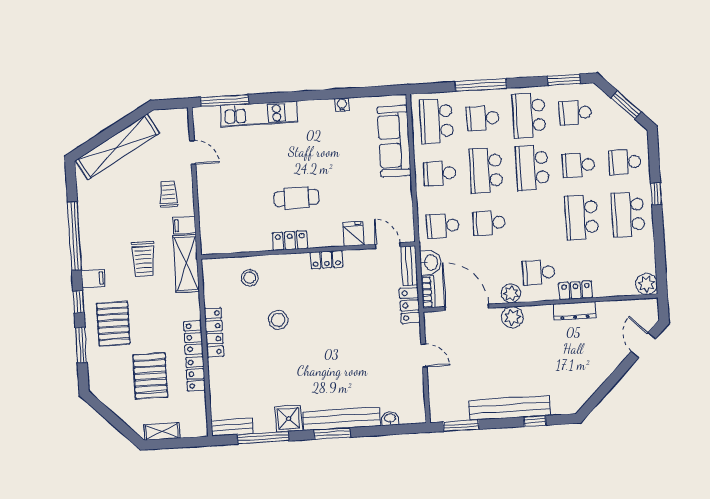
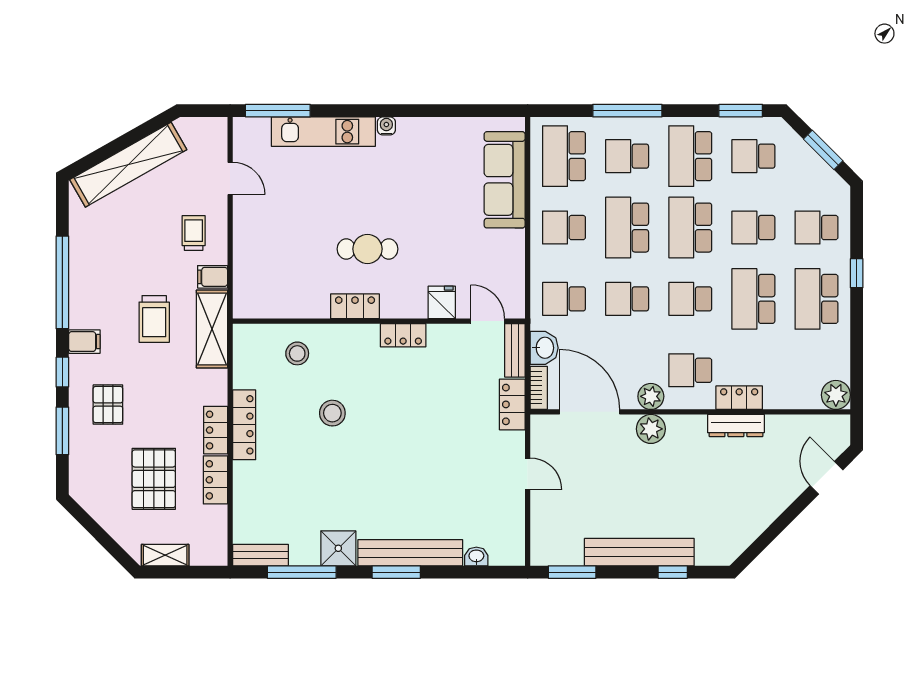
water cooler: (342, 105) -> (386, 126), moved
school desk: (535, 220) -> (690, 299), added
pallet: (113, 324) -> (108, 405), width x0.67, depth x0.71

